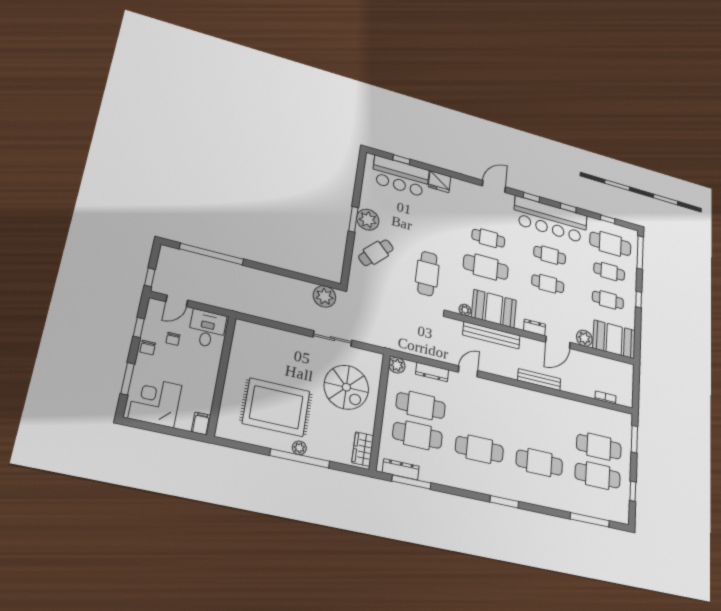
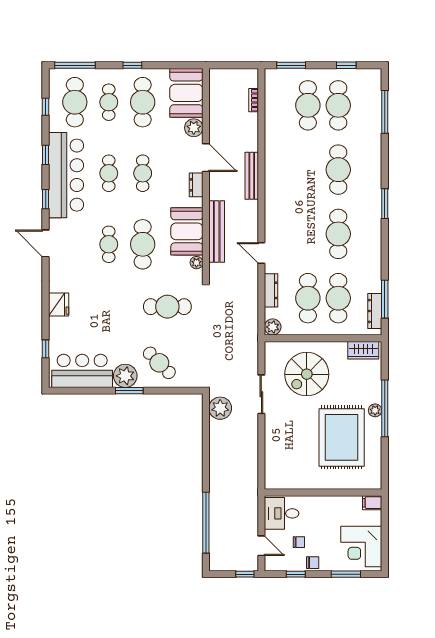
bar counter: (400, 176) -> (82, 371), moved, turned -90
cafe table: (608, 300) -> (143, 102), width x1.37, depth x1.35
spiral stairs: (346, 387) -> (307, 374), turned 180

